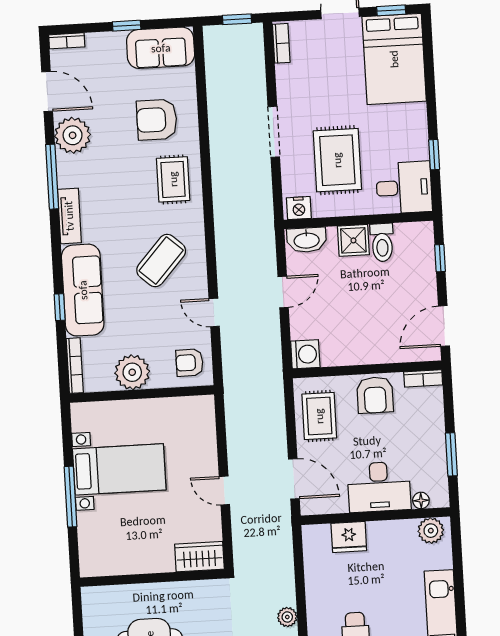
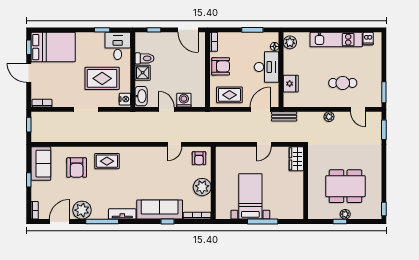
coffee table: (161, 261) -> (147, 169), removed
washing machine: (305, 354) -> (184, 100), moved
bench: (282, 528) -> (284, 116), added

